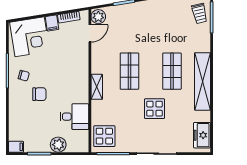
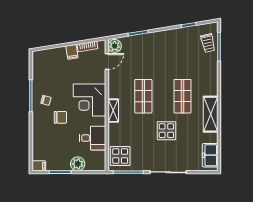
corner desk: (30, 37) -> (89, 100), moved, turned 99
shelving: (202, 81) -> (211, 114), width x0.68

